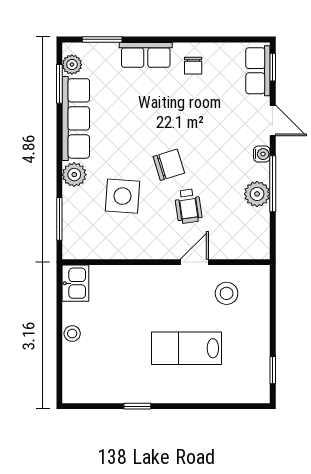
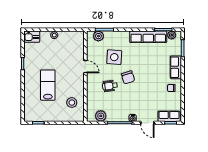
door: (273, 120) -> (147, 123), hinge flipped
plant: (74, 175) -> (98, 36), moved
plant: (257, 194) -> (101, 116), moved
door: (194, 262) -> (85, 67), moved
kitchen sink: (75, 283) -> (32, 37), moved

